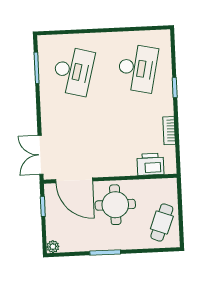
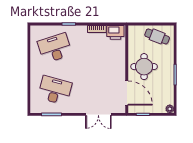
desk: (137, 68) -> (55, 48), turned -30
double door: (40, 155) -> (98, 114), moved
printer: (150, 164) -> (115, 32), moved, turned -90
door: (74, 180) -> (127, 93), hinge flipped

